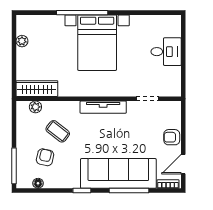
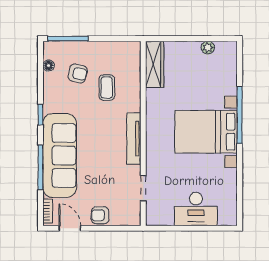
desk: (166, 52) -> (196, 209), width x1.37
plant: (35, 107) -> (134, 63), removed
coffee table: (58, 131) -> (107, 88), turned -38
armchair: (172, 137) -> (100, 215), turned -90

